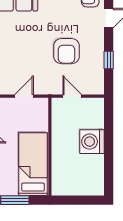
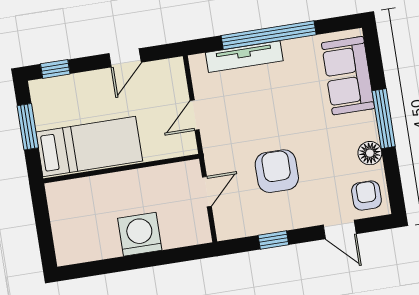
armchair: (66, 51) -> (277, 171), turned 90
door: (24, 96) -> (195, 115), swing flipped

